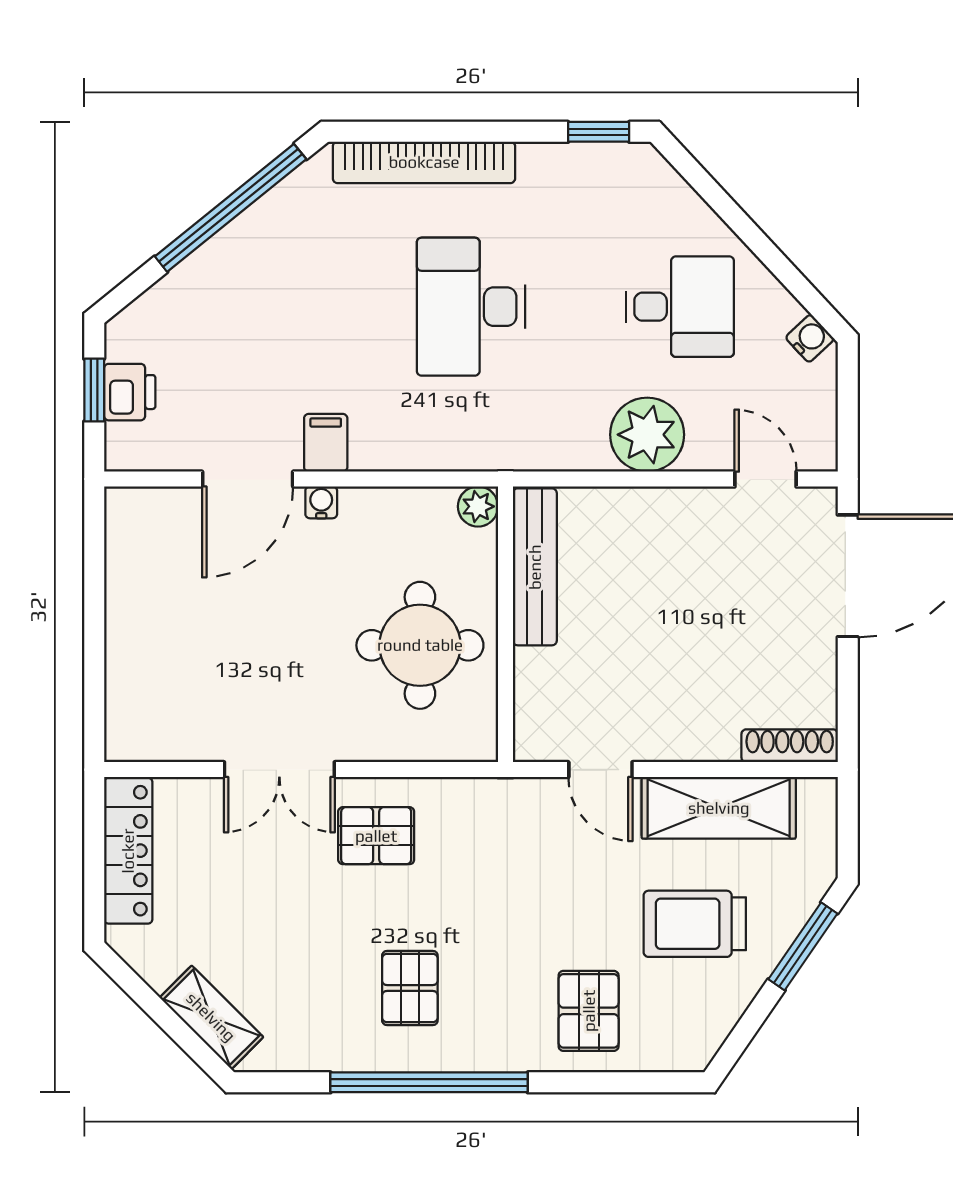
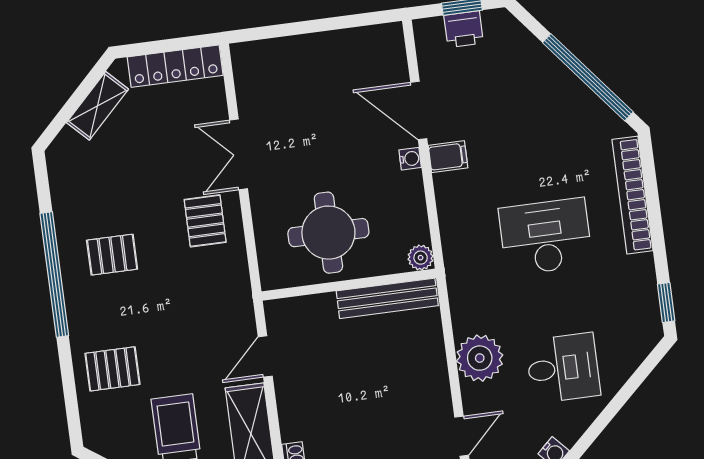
desk: (680, 307) -> (563, 368), turned -90
shelving: (211, 1017) -> (97, 106), moved

